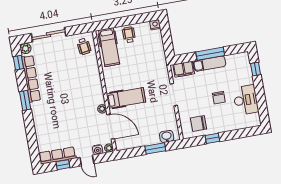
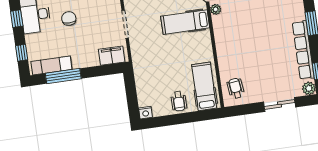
sliding door: (49, 35) -> (280, 104), width x0.73
window: (210, 54) -> (63, 76), moved
exam couch: (210, 64) -> (51, 65), moved
window: (260, 96) -> (17, 19), added

